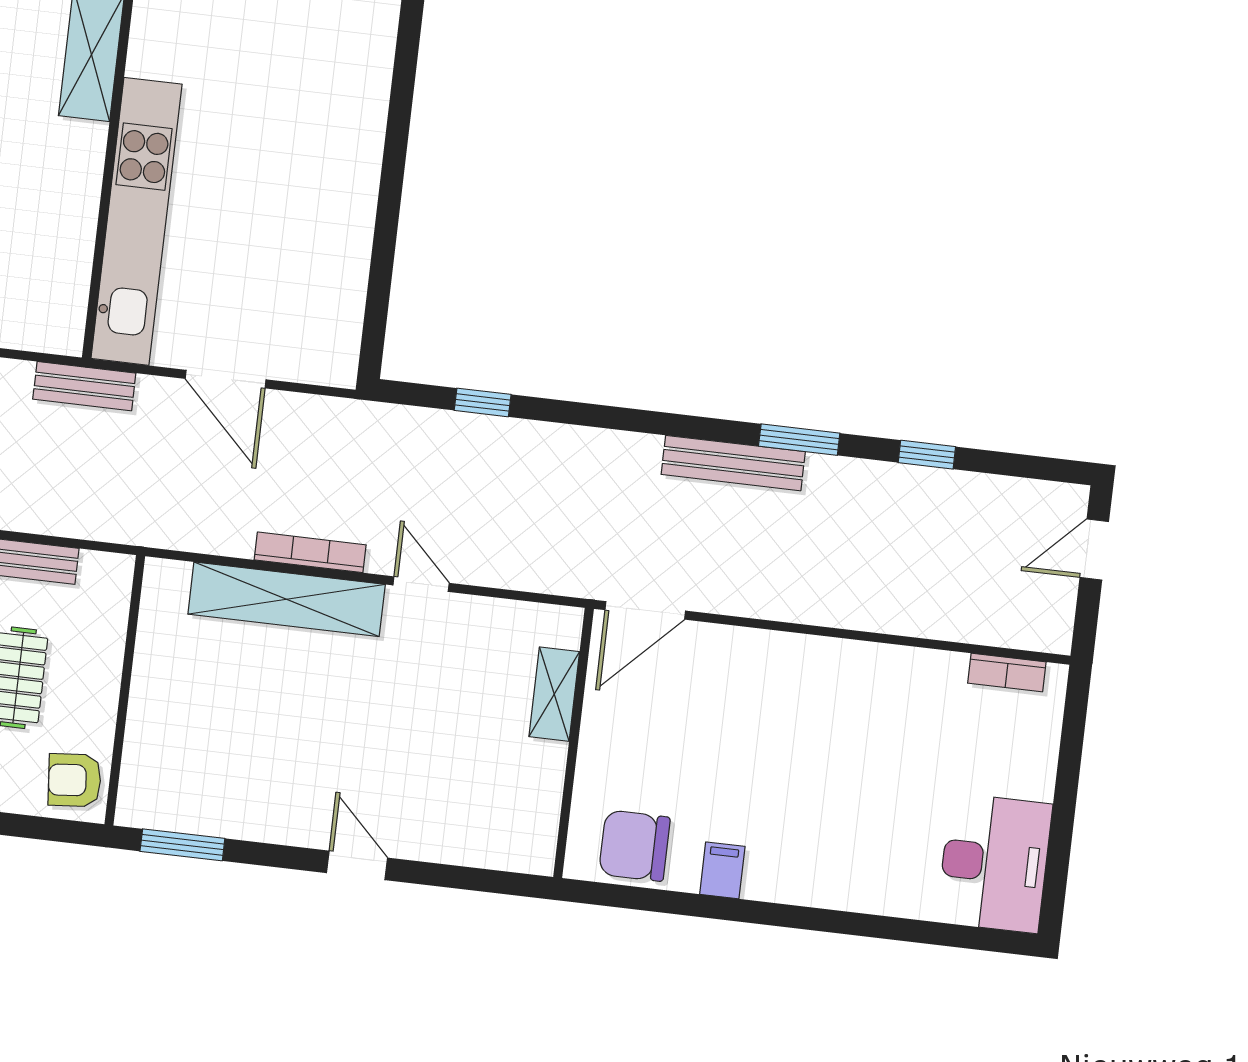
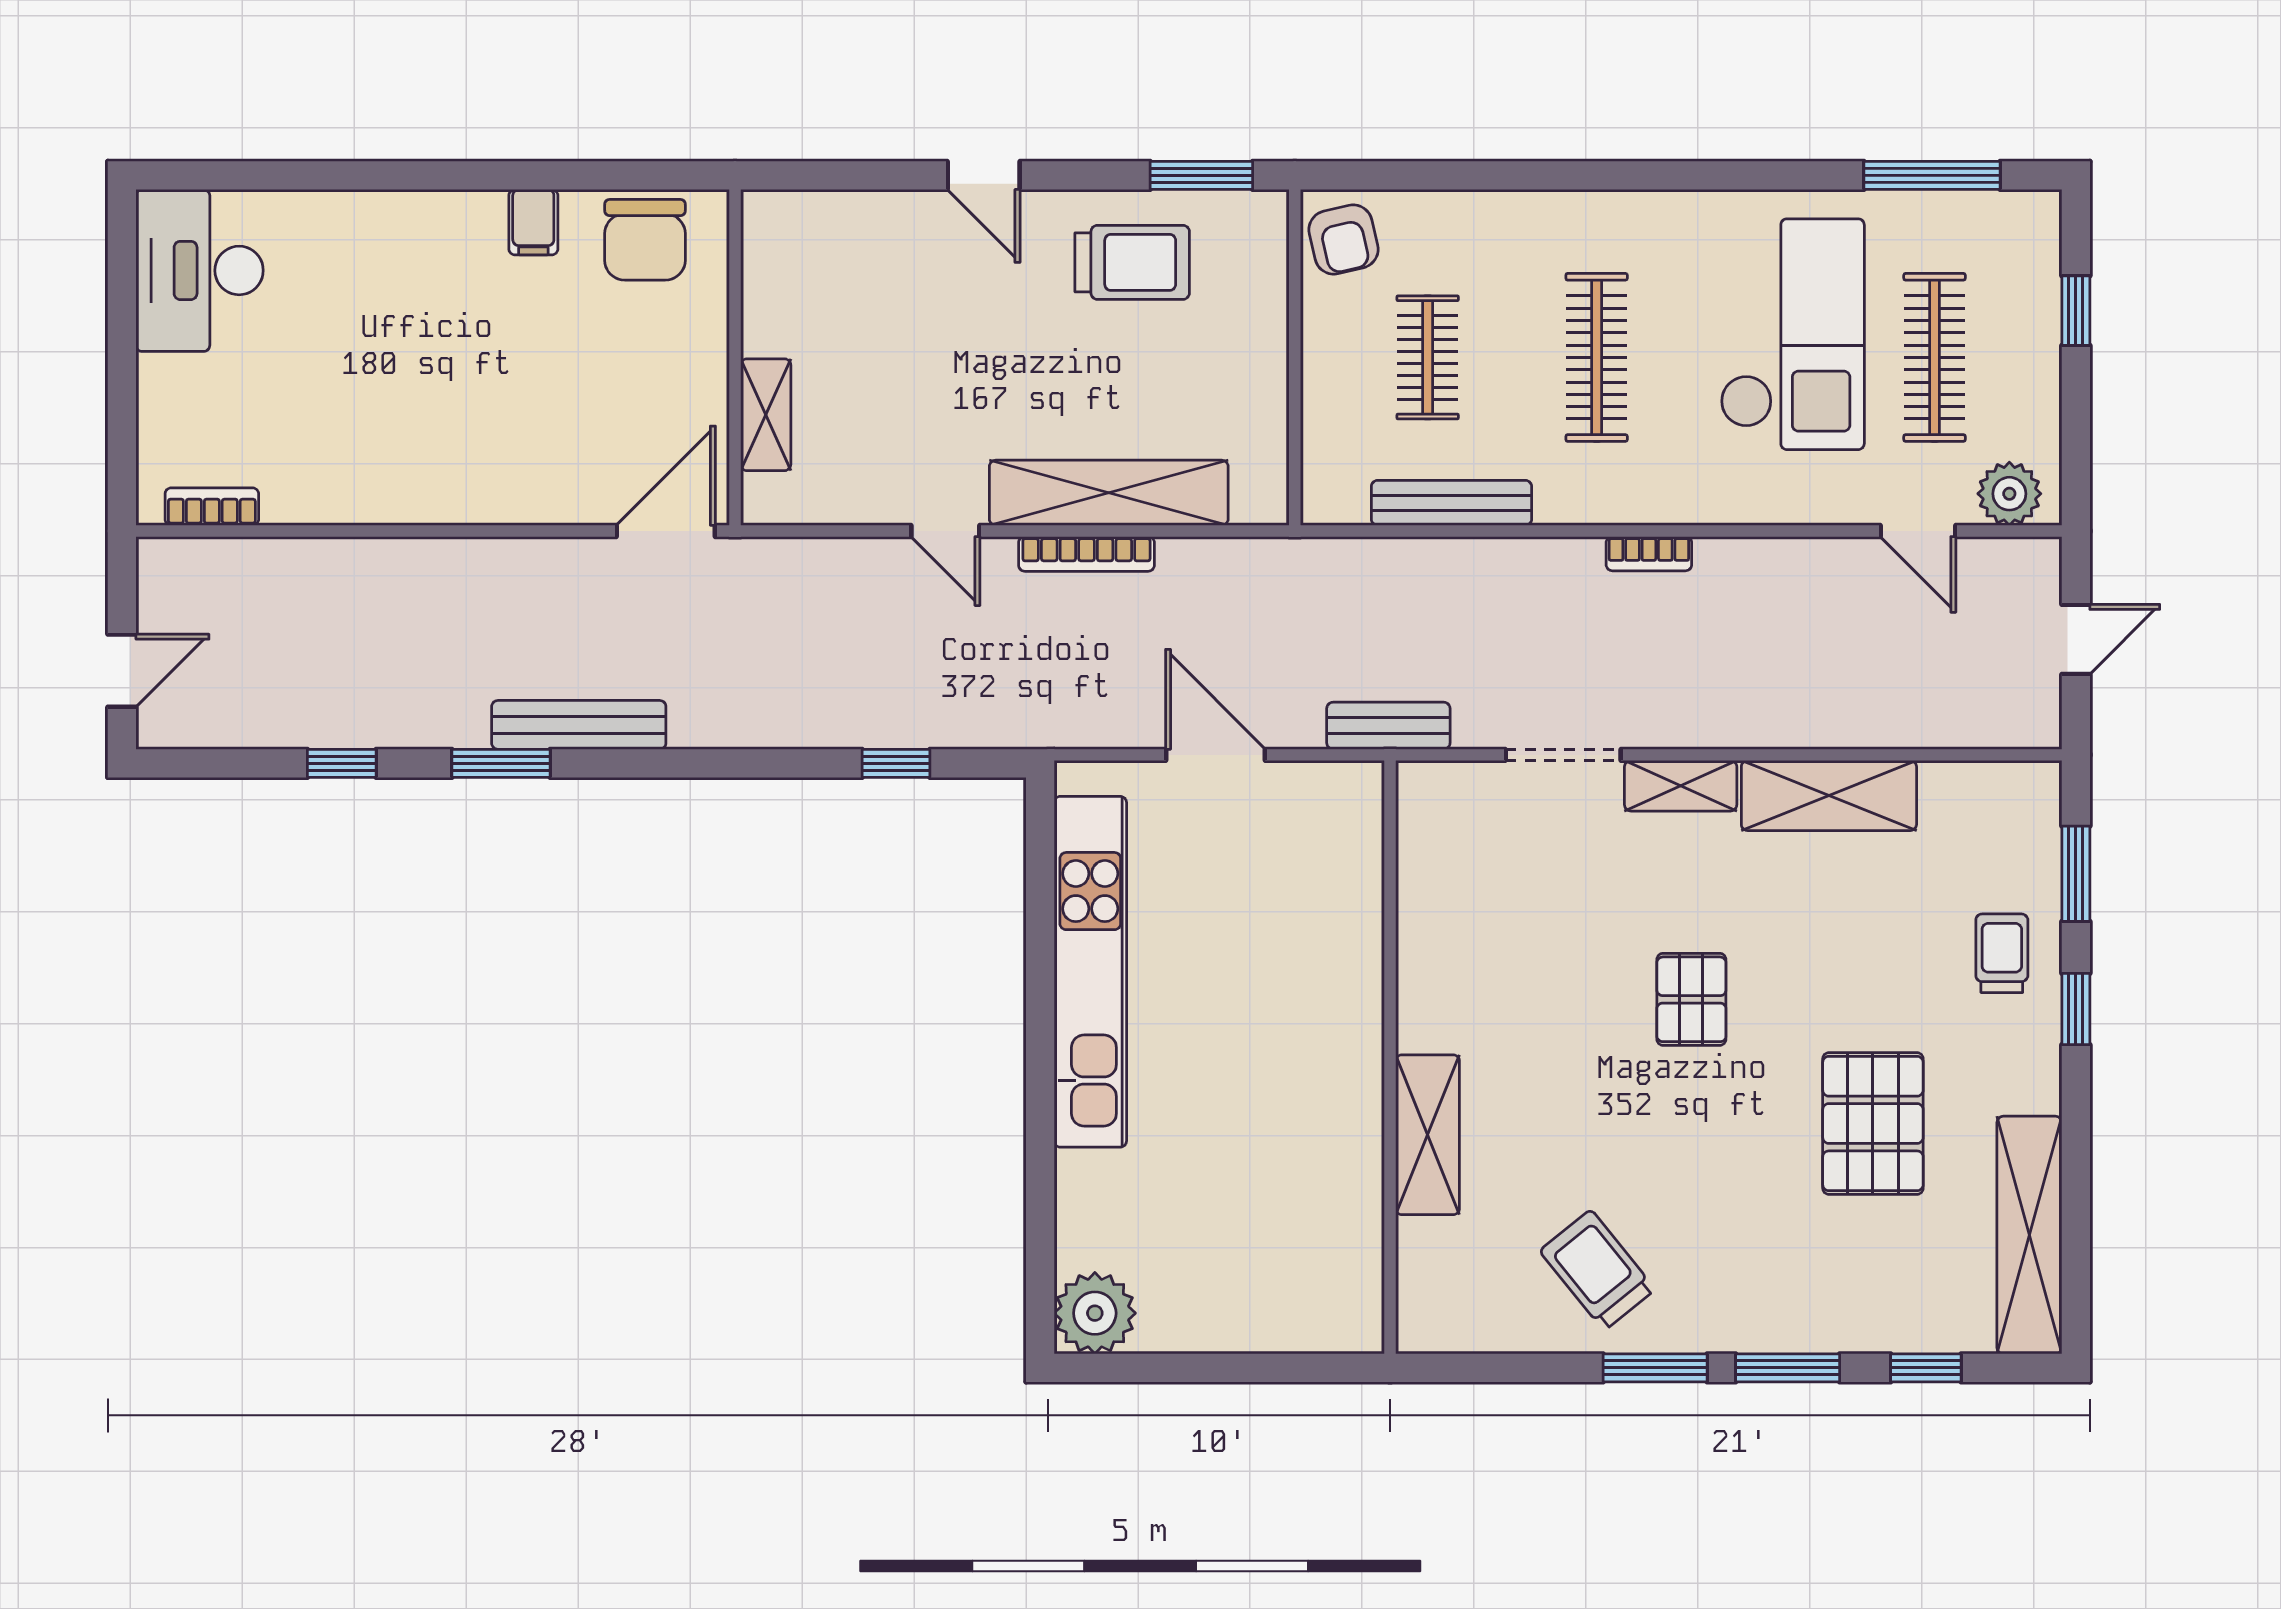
kitchen unit: (136, 221) -> (1090, 972), moved, turned 180
armchair: (75, 780) -> (1343, 240), turned 82
trolley: (246, 782) -> (1132, 262), added
chair: (634, 846) -> (645, 240), turned 90

